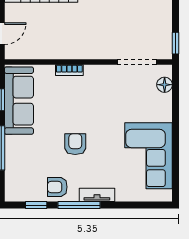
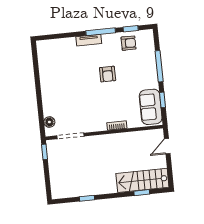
sofa: (19, 101) -> (151, 107), width x0.73
corner sofa: (149, 156) -> (56, 71), removed
armchair: (57, 187) -> (129, 43), moved

